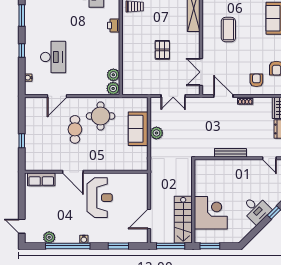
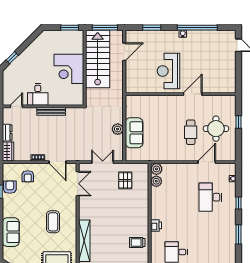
pallet: (162, 50) -> (125, 180), moved
round table: (101, 116) -> (216, 129), moved
door: (269, 158) -> (16, 106), hinge flipped
door: (73, 172) -> (193, 94), hinge flipped
row of seats: (41, 179) -> (221, 87), removed
desk: (256, 209) -> (38, 94), moved, turned -135
corner desk: (211, 213) -> (69, 69), moved
stairs: (183, 220) -> (98, 59), width x1.36, depth x1.51
plant: (49, 237) -> (214, 35), removed

